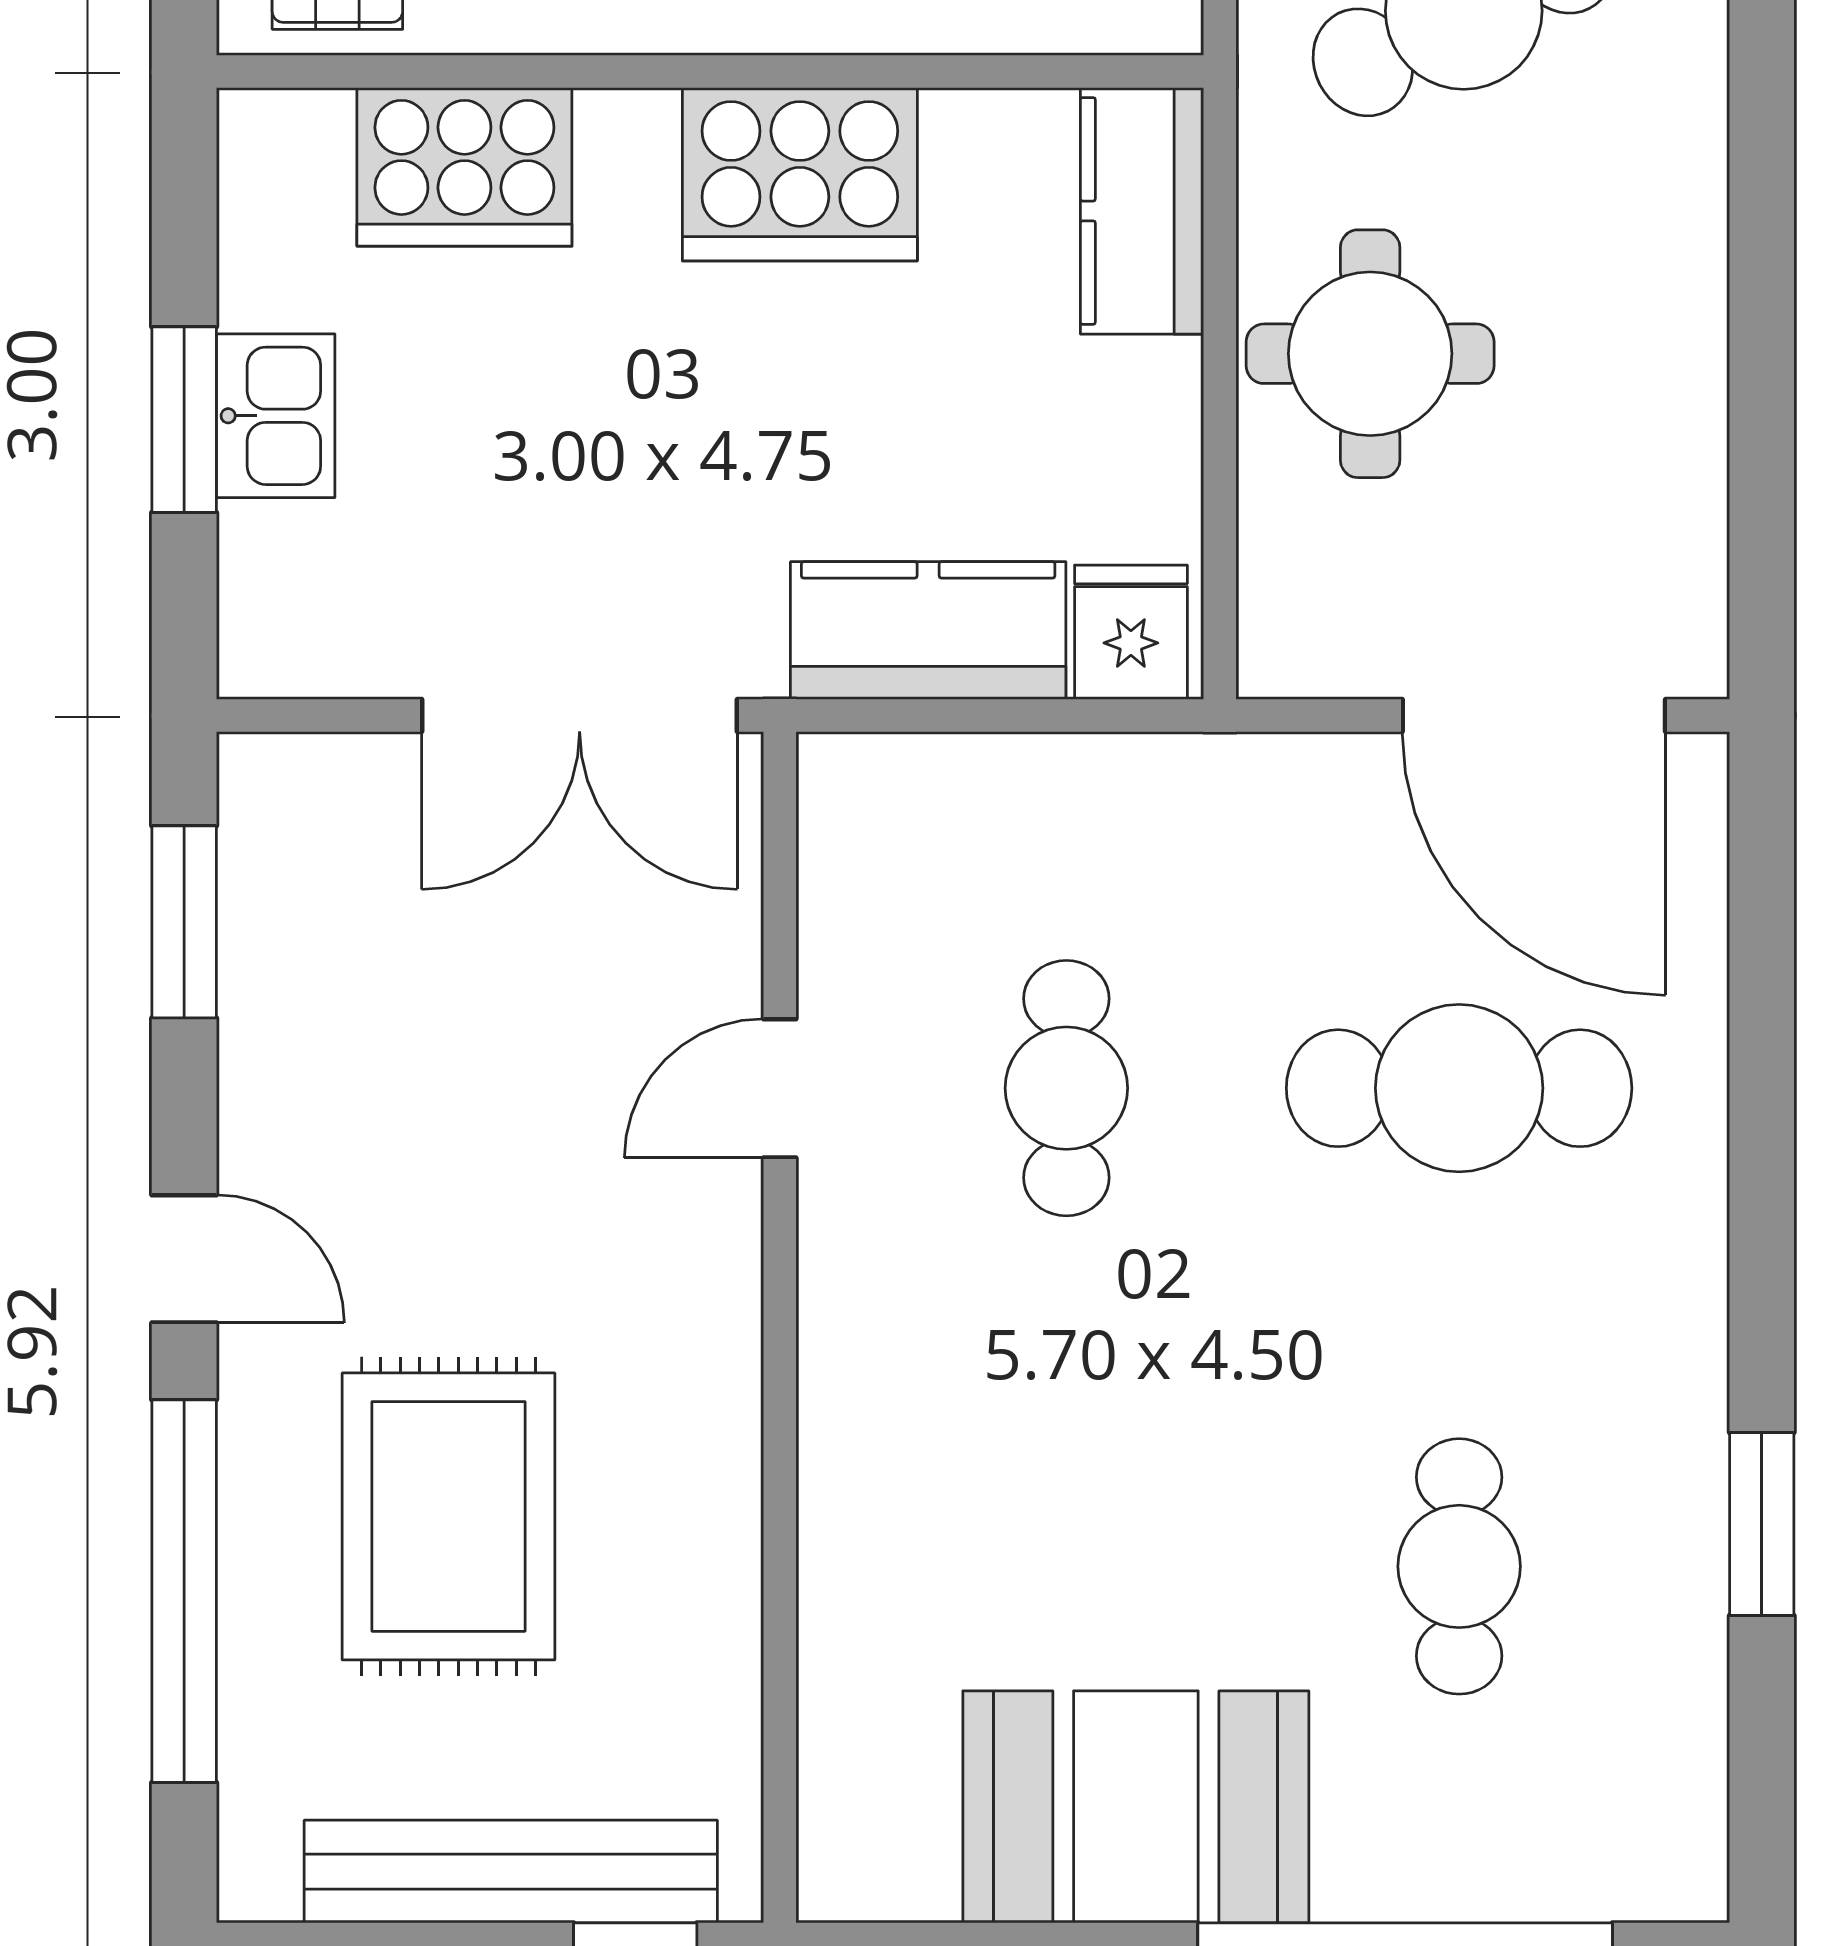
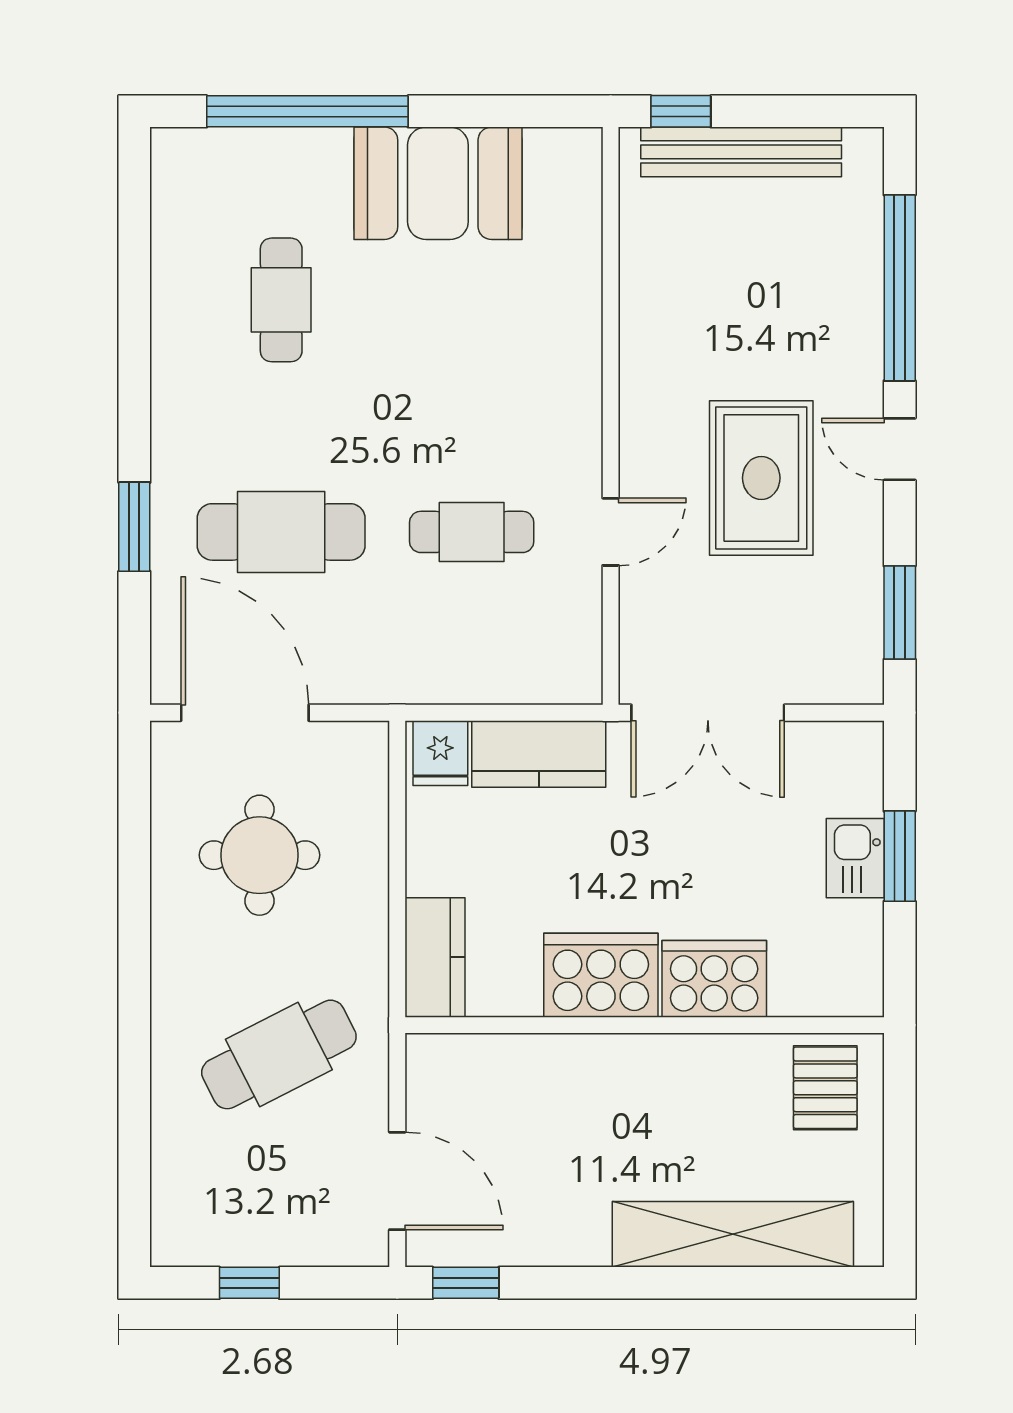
cooker: (464, 167) -> (714, 979), moved
round table: (1370, 354) -> (259, 855), moved
double door: (580, 716) -> (708, 713), swing flipped
cafe table: (1066, 1088) -> (472, 532), turned 90
rug: (449, 1516) -> (761, 478), moved
window: (1762, 1524) -> (134, 527), moved

